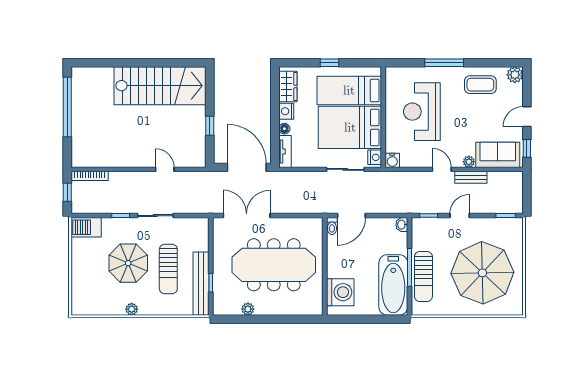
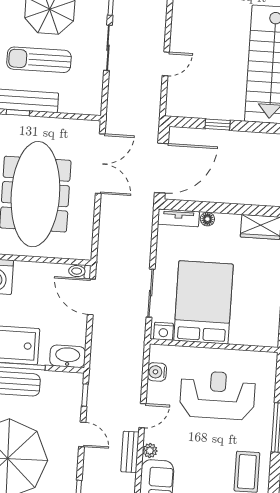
bed: (349, 90) -> (251, 305), removed
nightstand: (286, 111) -> (229, 223), removed
water cooler: (392, 160) -> (157, 372), moved
washbasin: (402, 225) -> (68, 356), width x1.91, depth x1.45

